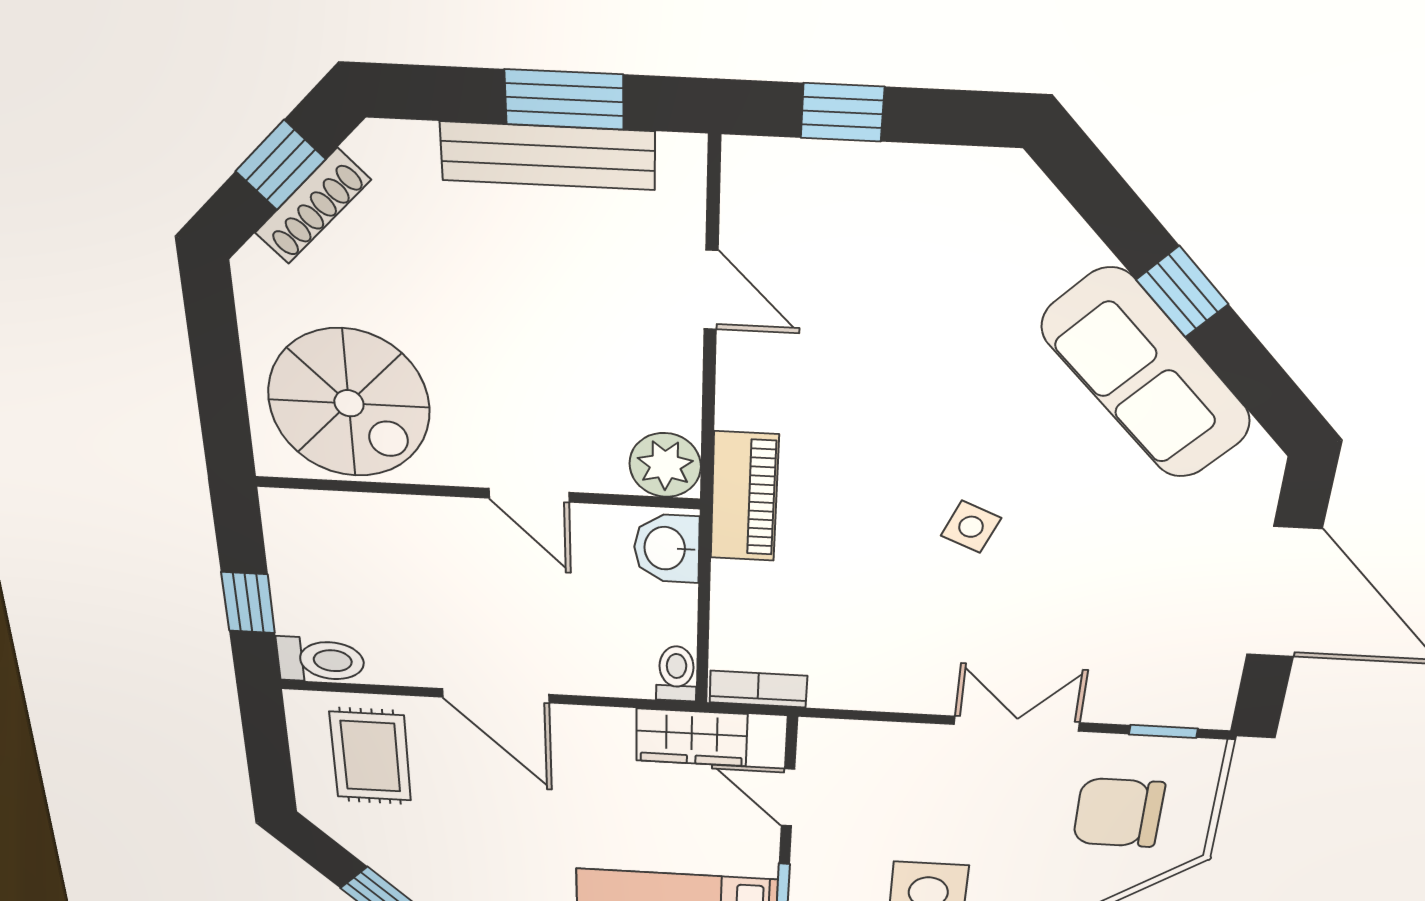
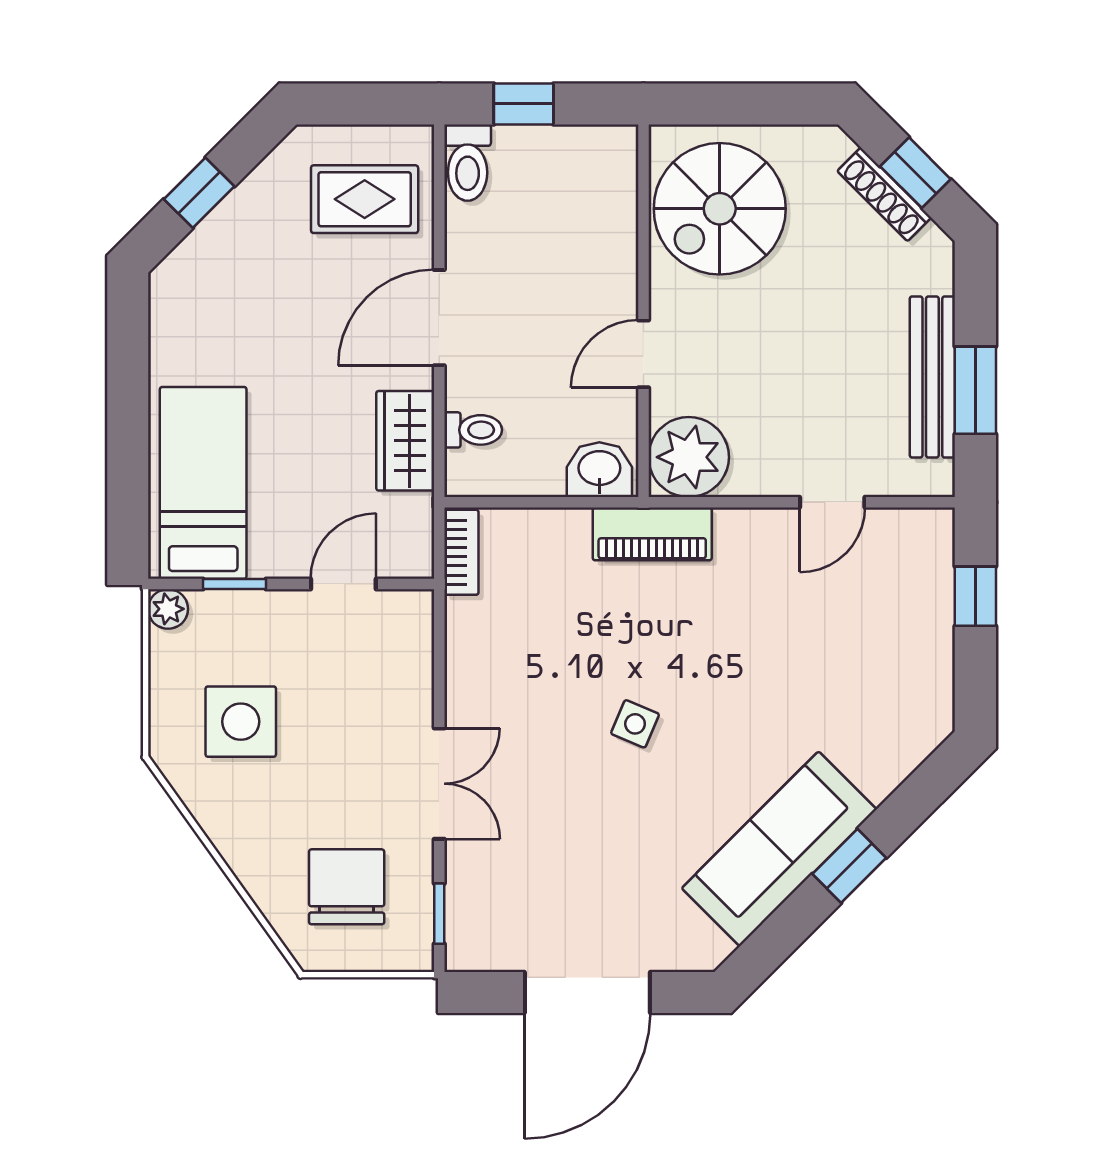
plant: (665, 465) -> (689, 457), width x1.36, depth x1.36
toilet: (676, 674) -> (473, 430), moved
wardrobe: (692, 737) -> (405, 441), moved

